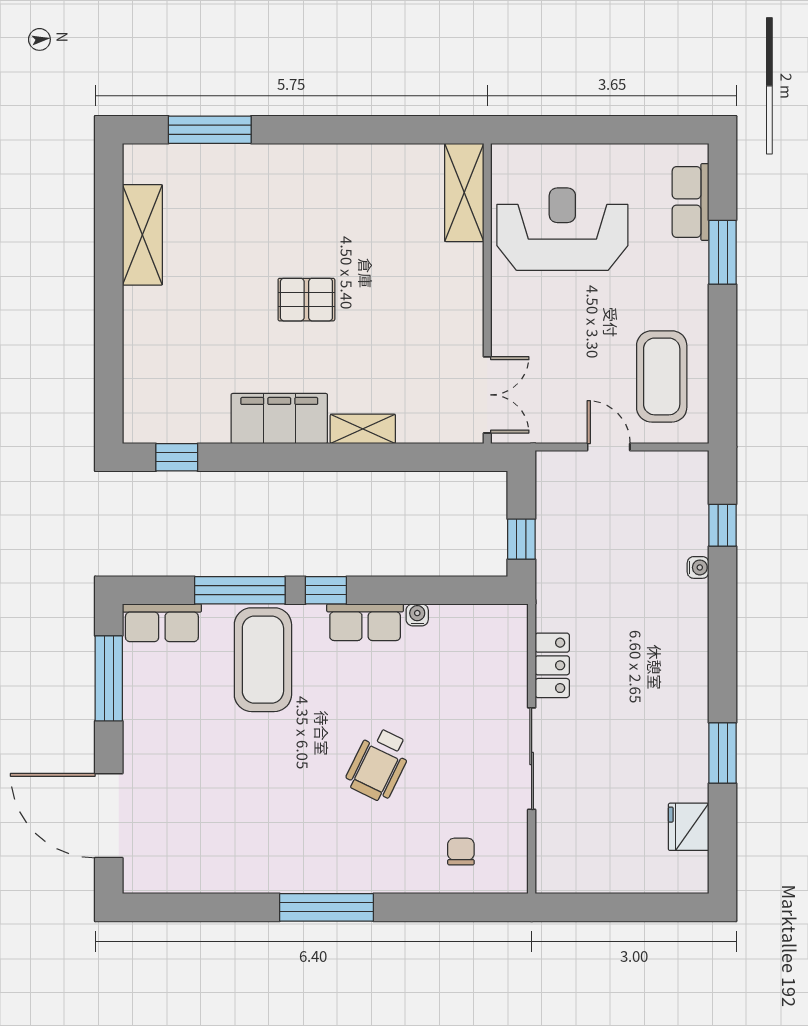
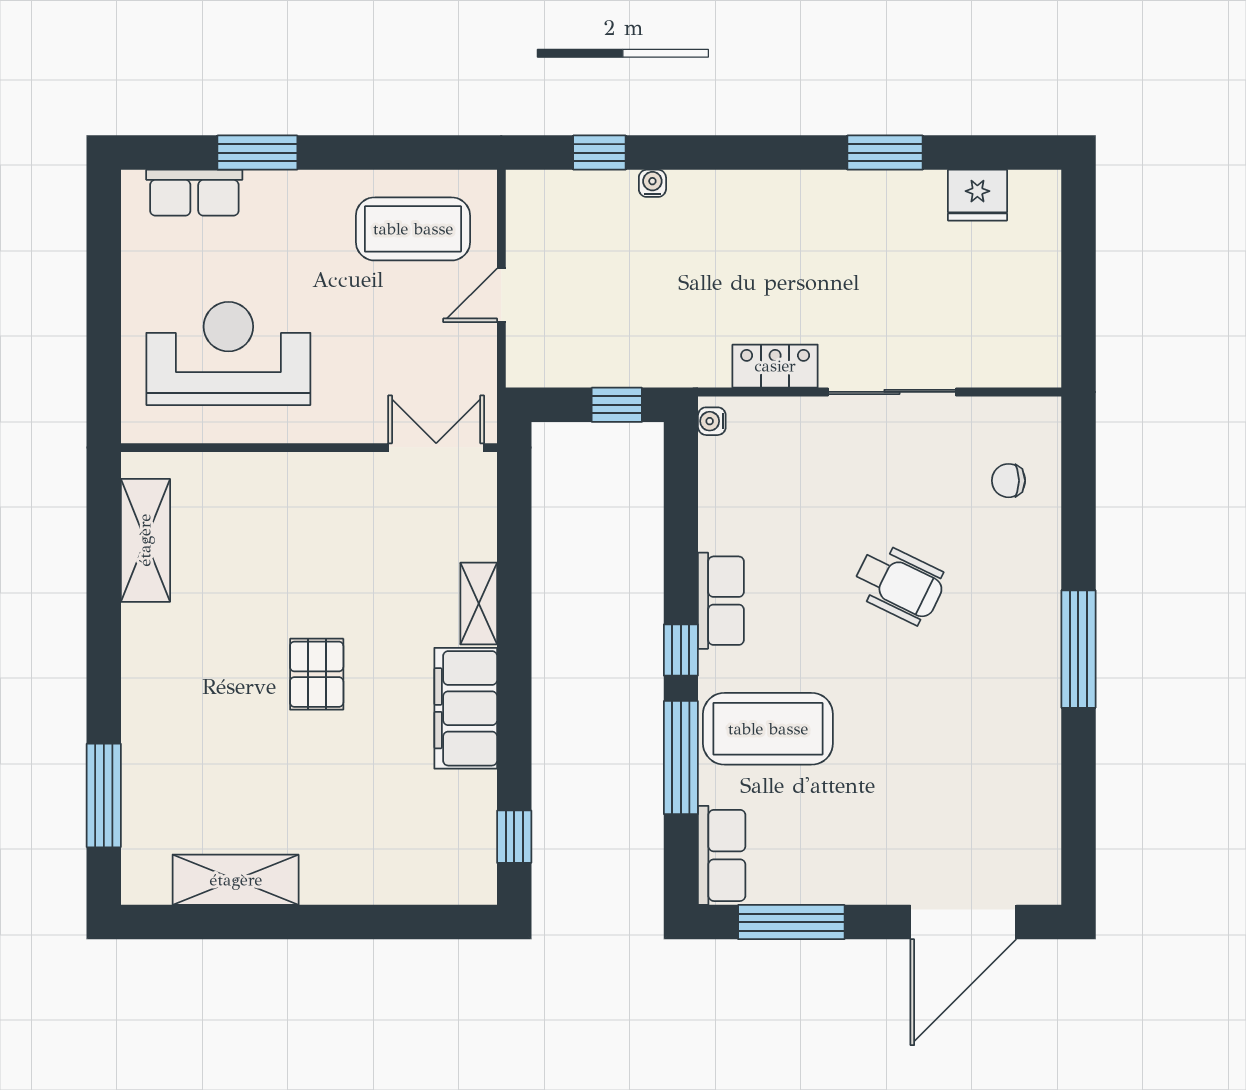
shelving: (464, 192) -> (145, 540), moved, turned 90
reception desk: (562, 229) -> (228, 353), turned 90
water cooler: (417, 615) -> (712, 421), moved

